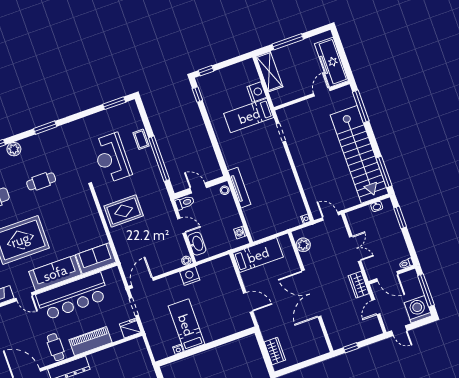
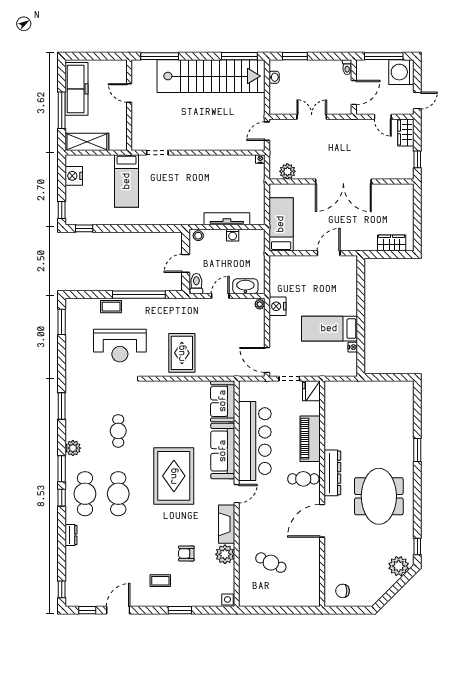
freezer: (331, 62) -> (76, 89), moved, turned -90
nightstand: (257, 92) -> (74, 176), moved, turned -90
tv unit: (239, 188) -> (227, 219), moved
washing machine: (240, 232) -> (233, 235), moved
wardrobe: (359, 285) -> (406, 132), moved, turned 90

